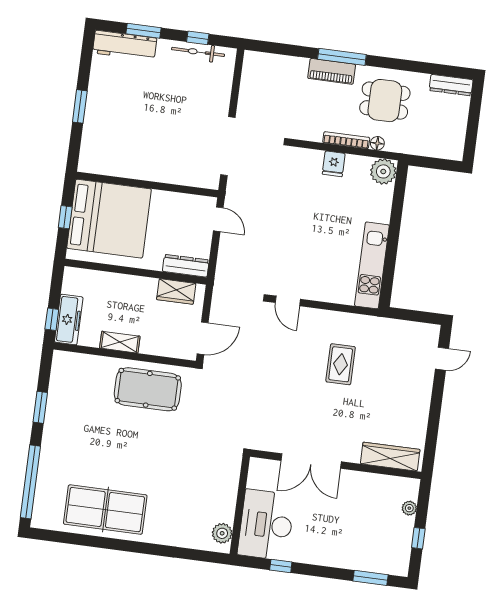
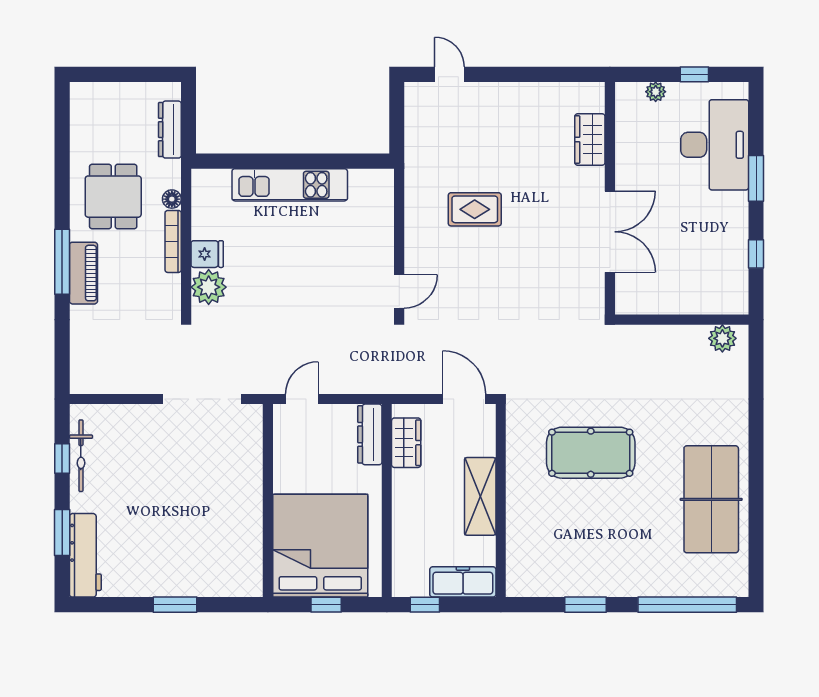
dresser: (451, 85) -> (170, 130), moved, turned 180
plant: (383, 171) -> (209, 287), moved
kitchen unit: (372, 265) -> (290, 185), moved
window: (52, 319) -> (425, 605), moved
shelving: (120, 342) -> (480, 496), width x1.50, depth x1.33
pool table: (148, 389) -> (591, 453), moved, turned 90
wardrobe: (390, 457) -> (590, 139), width x0.67
desk: (266, 525) -> (715, 145), moved, turned -90
window: (370, 578) -> (756, 178), moved

